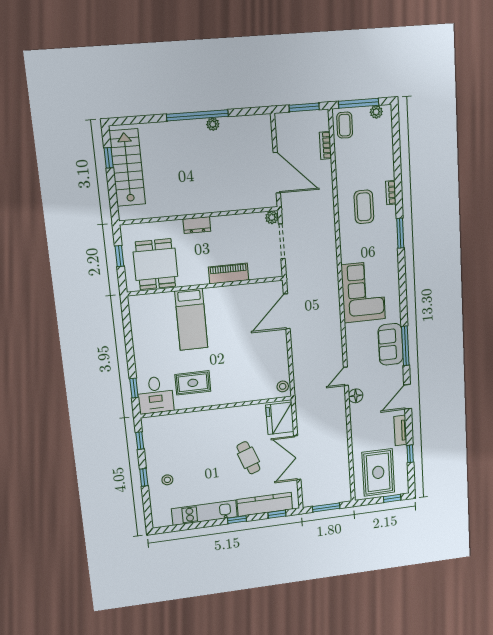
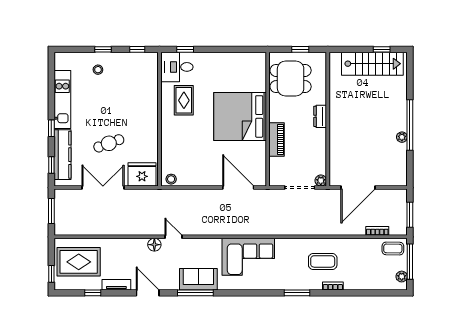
bed: (191, 319) -> (240, 116), width x2.04

